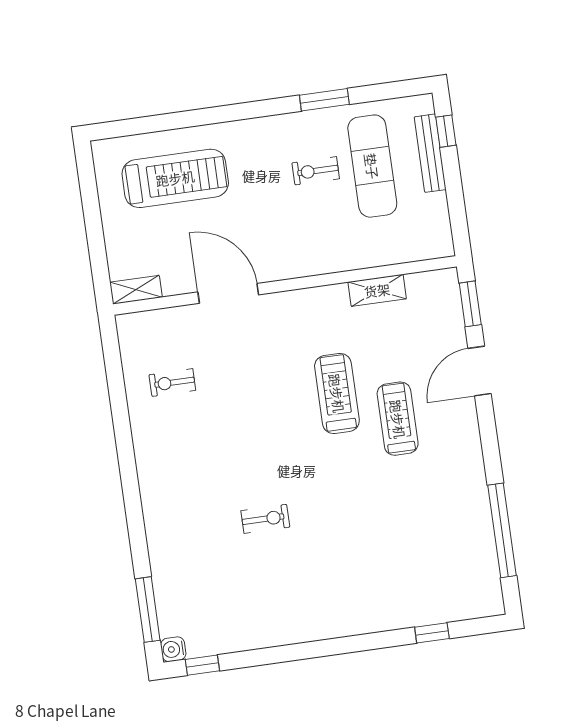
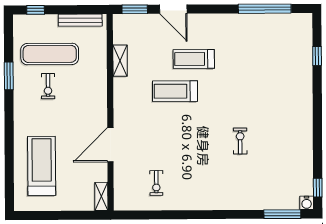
bench: (430, 153) -> (80, 20), moved

